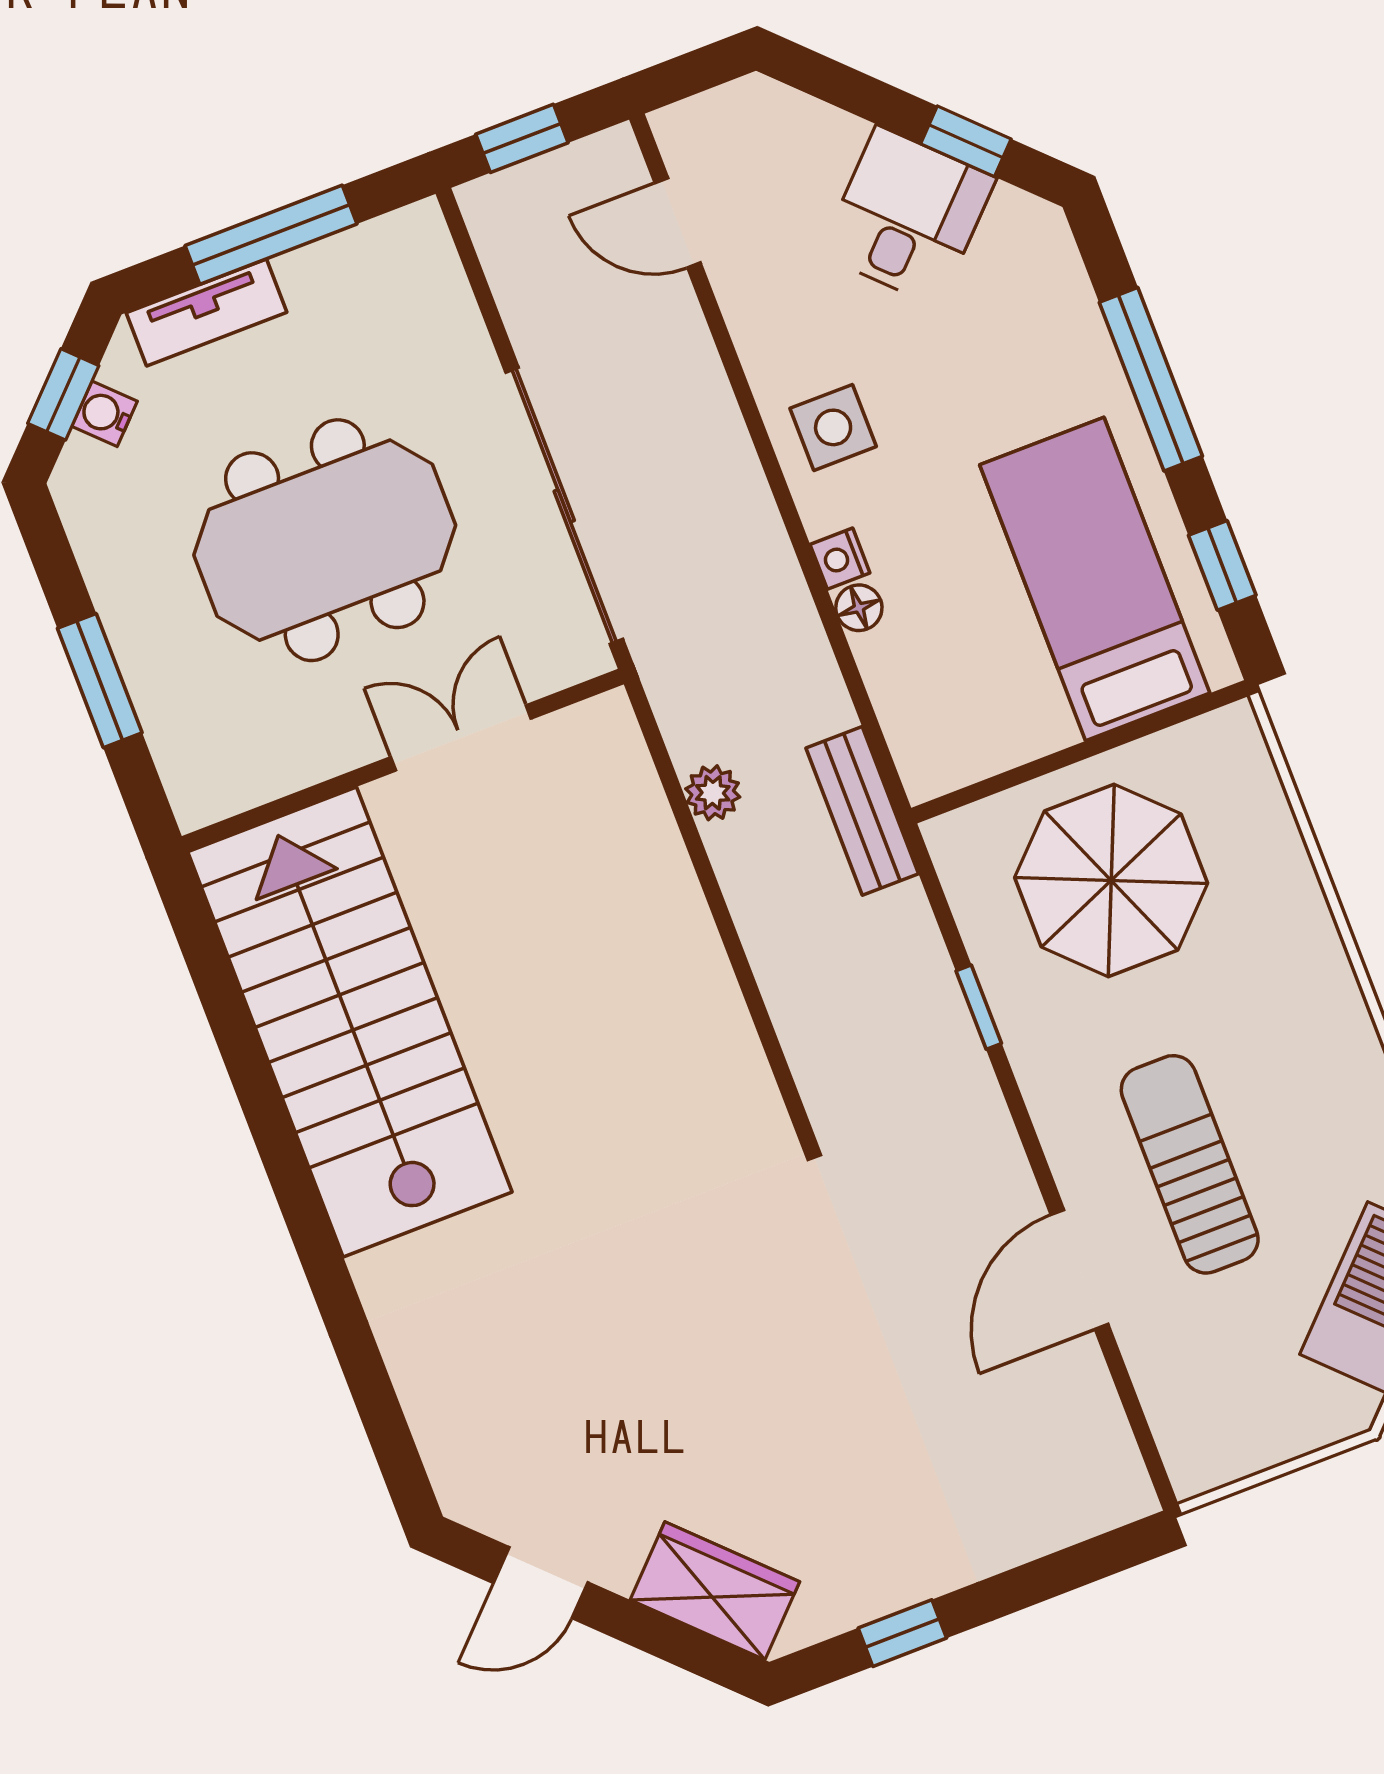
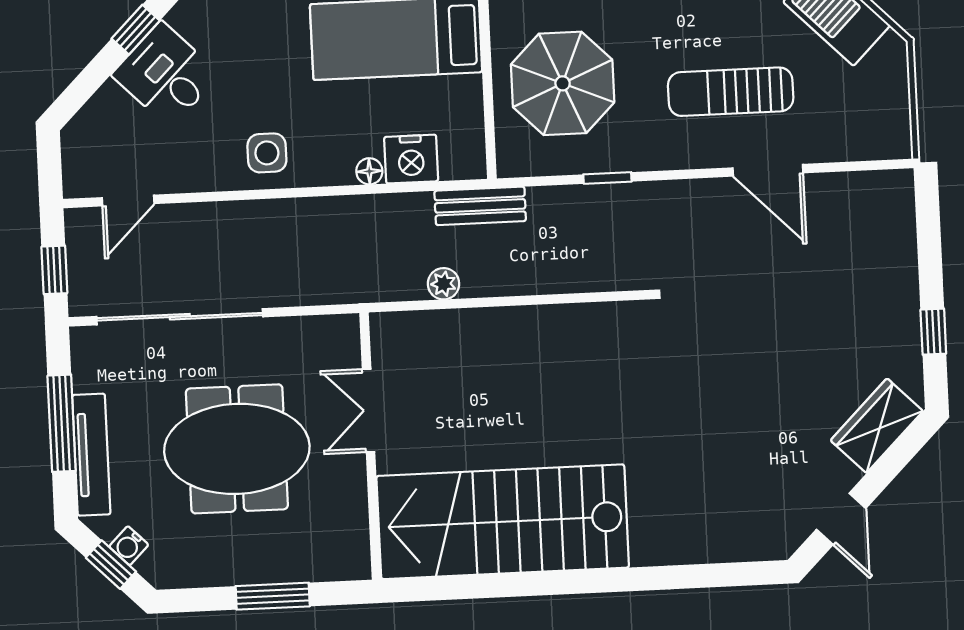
tv unit: (206, 312) -> (91, 455), width x1.41
sliding door: (564, 506) -> (180, 317), moved
meeting table: (325, 540) -> (237, 449), turned 90
nightstand: (840, 559) -> (411, 159), moved, width x1.89, depth x1.79

